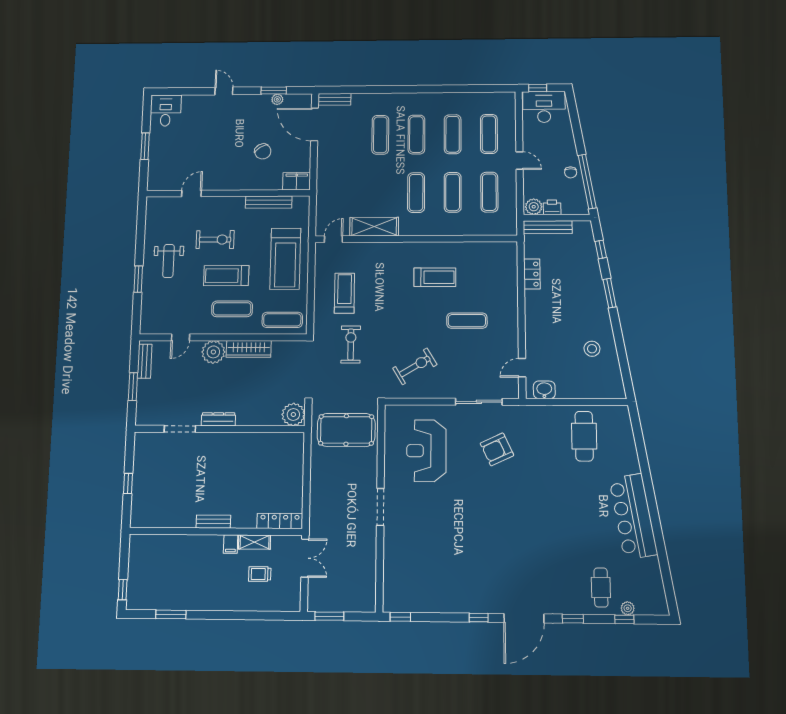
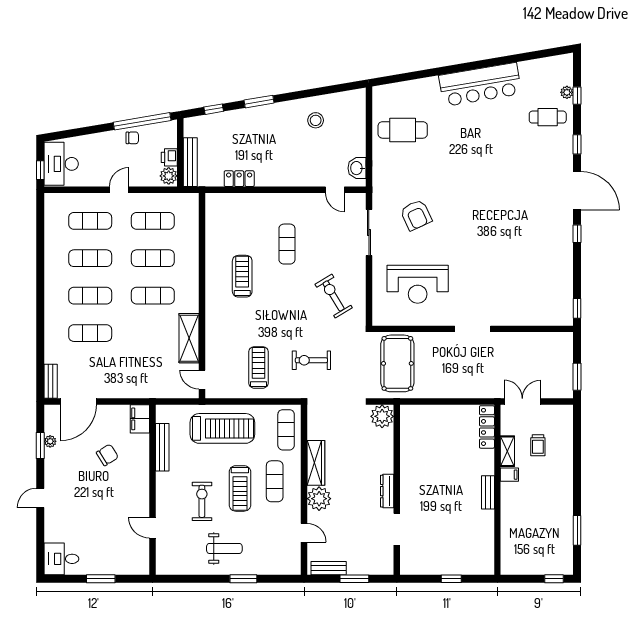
treadmill: (344, 293) -> (259, 367), turned 90

